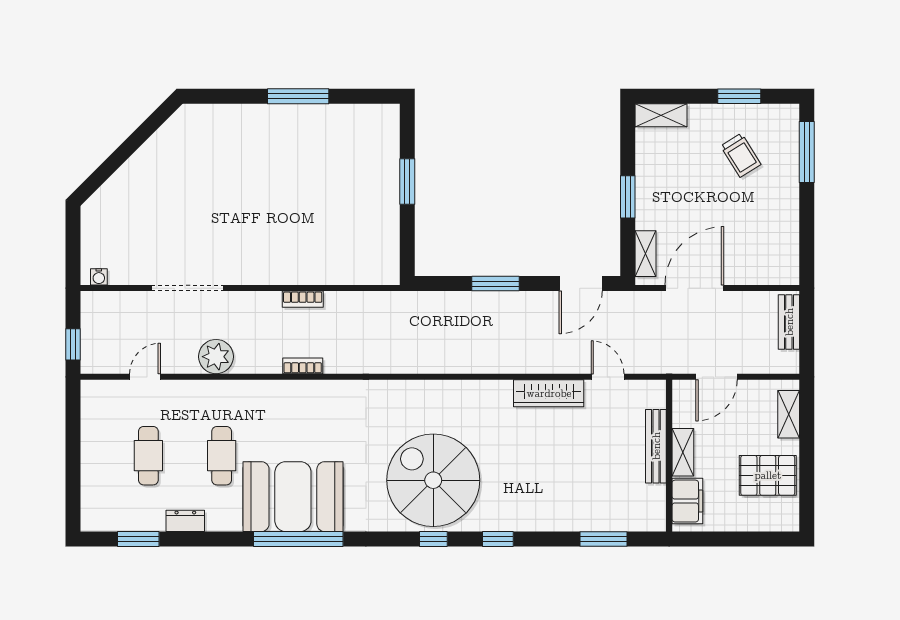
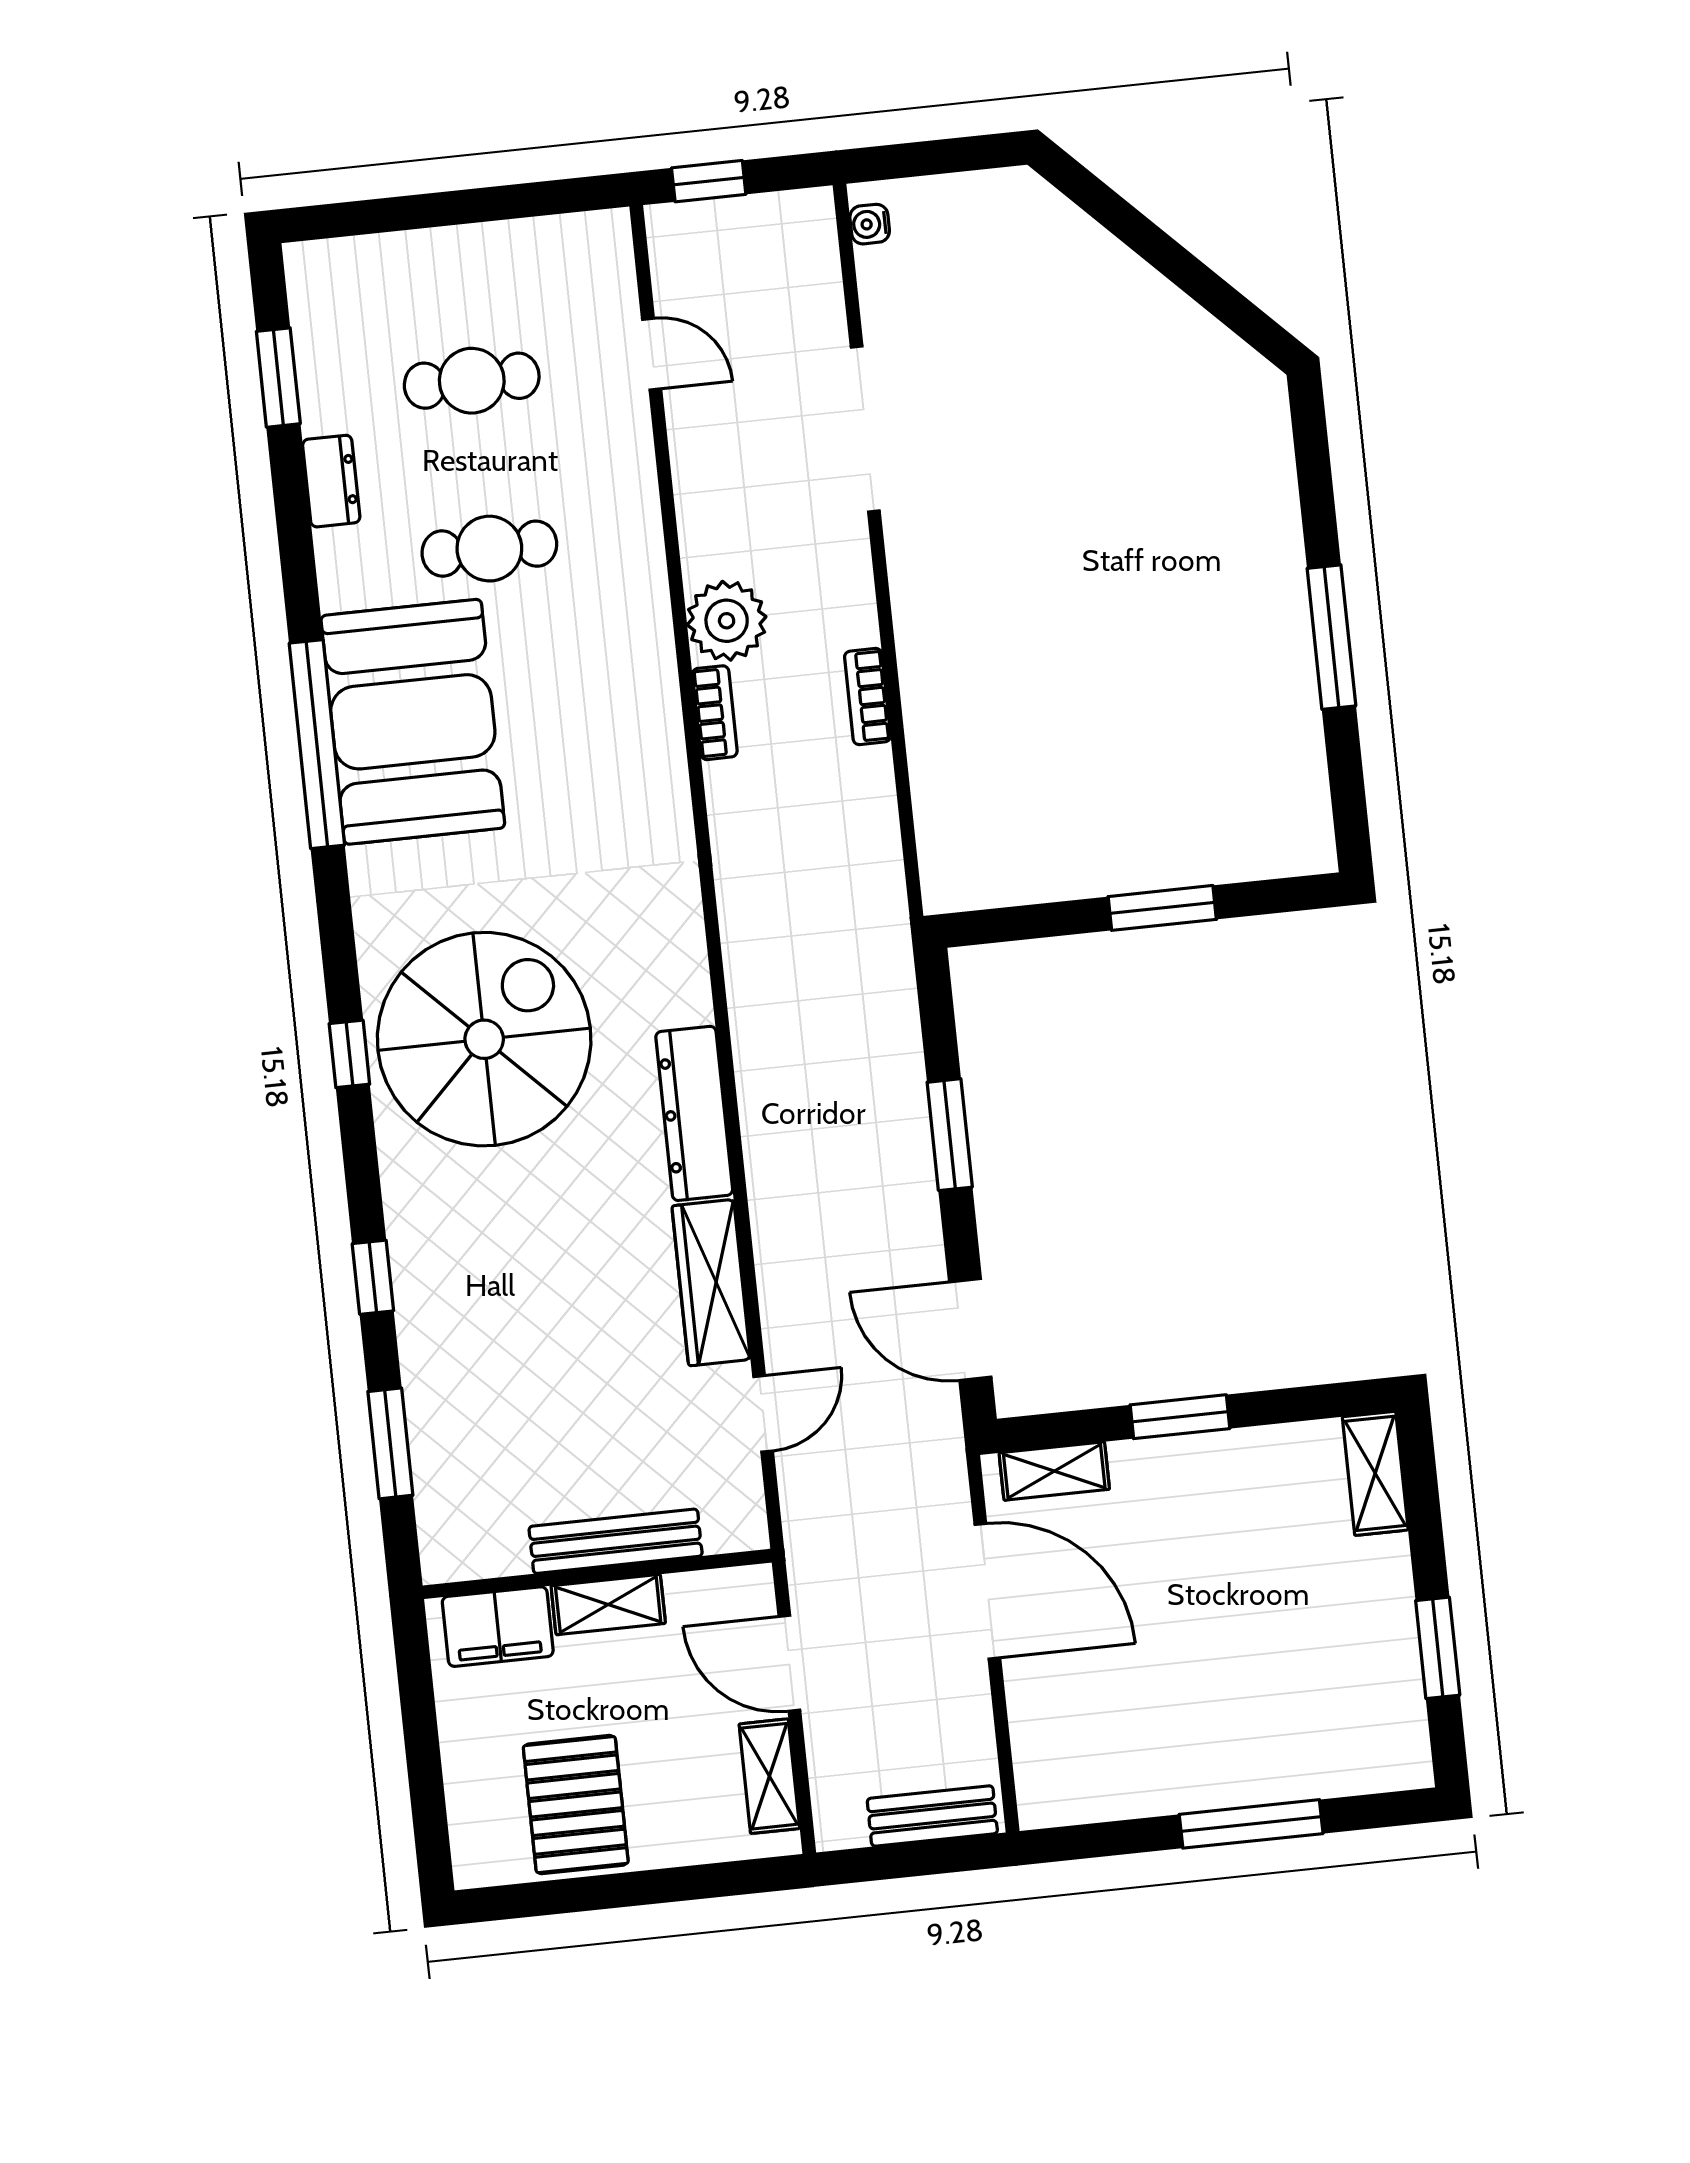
window: (807, 152) -> (1251, 1824), moved
trolley: (741, 155) -> (1303, 1666), removed
plant: (216, 357) -> (727, 621), moved
dresser: (475, 393) -> (694, 1113), added
shelving: (789, 414) -> (769, 1776), moved, turned 90
window: (498, 539) -> (373, 1277), moved

